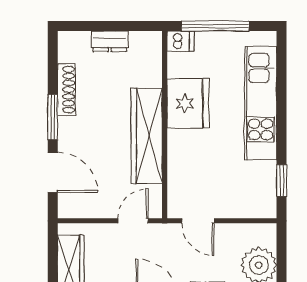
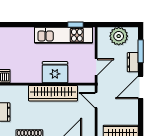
fridge: (188, 103) -> (55, 72), moved
kitchen unit: (261, 103) -> (64, 35), moved

